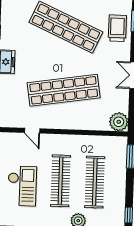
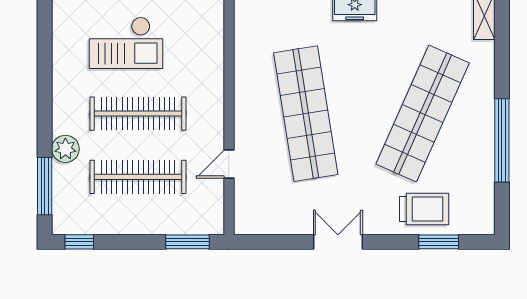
plant: (119, 122) -> (251, 217), removed
door: (32, 131) -> (229, 164), moved

